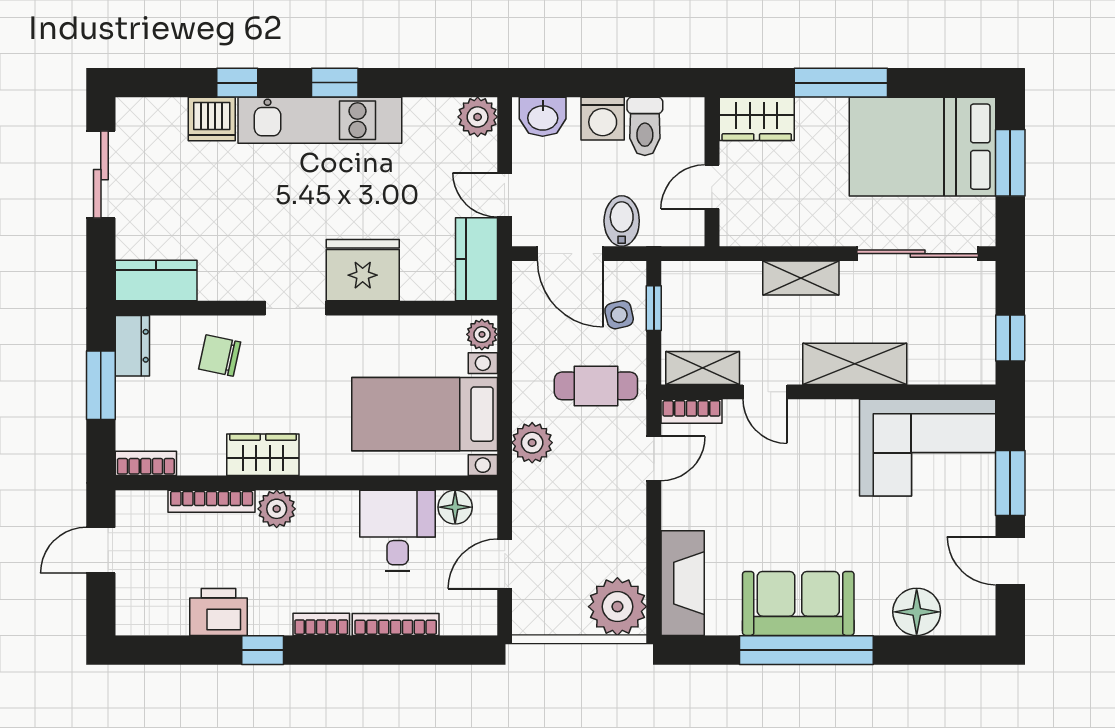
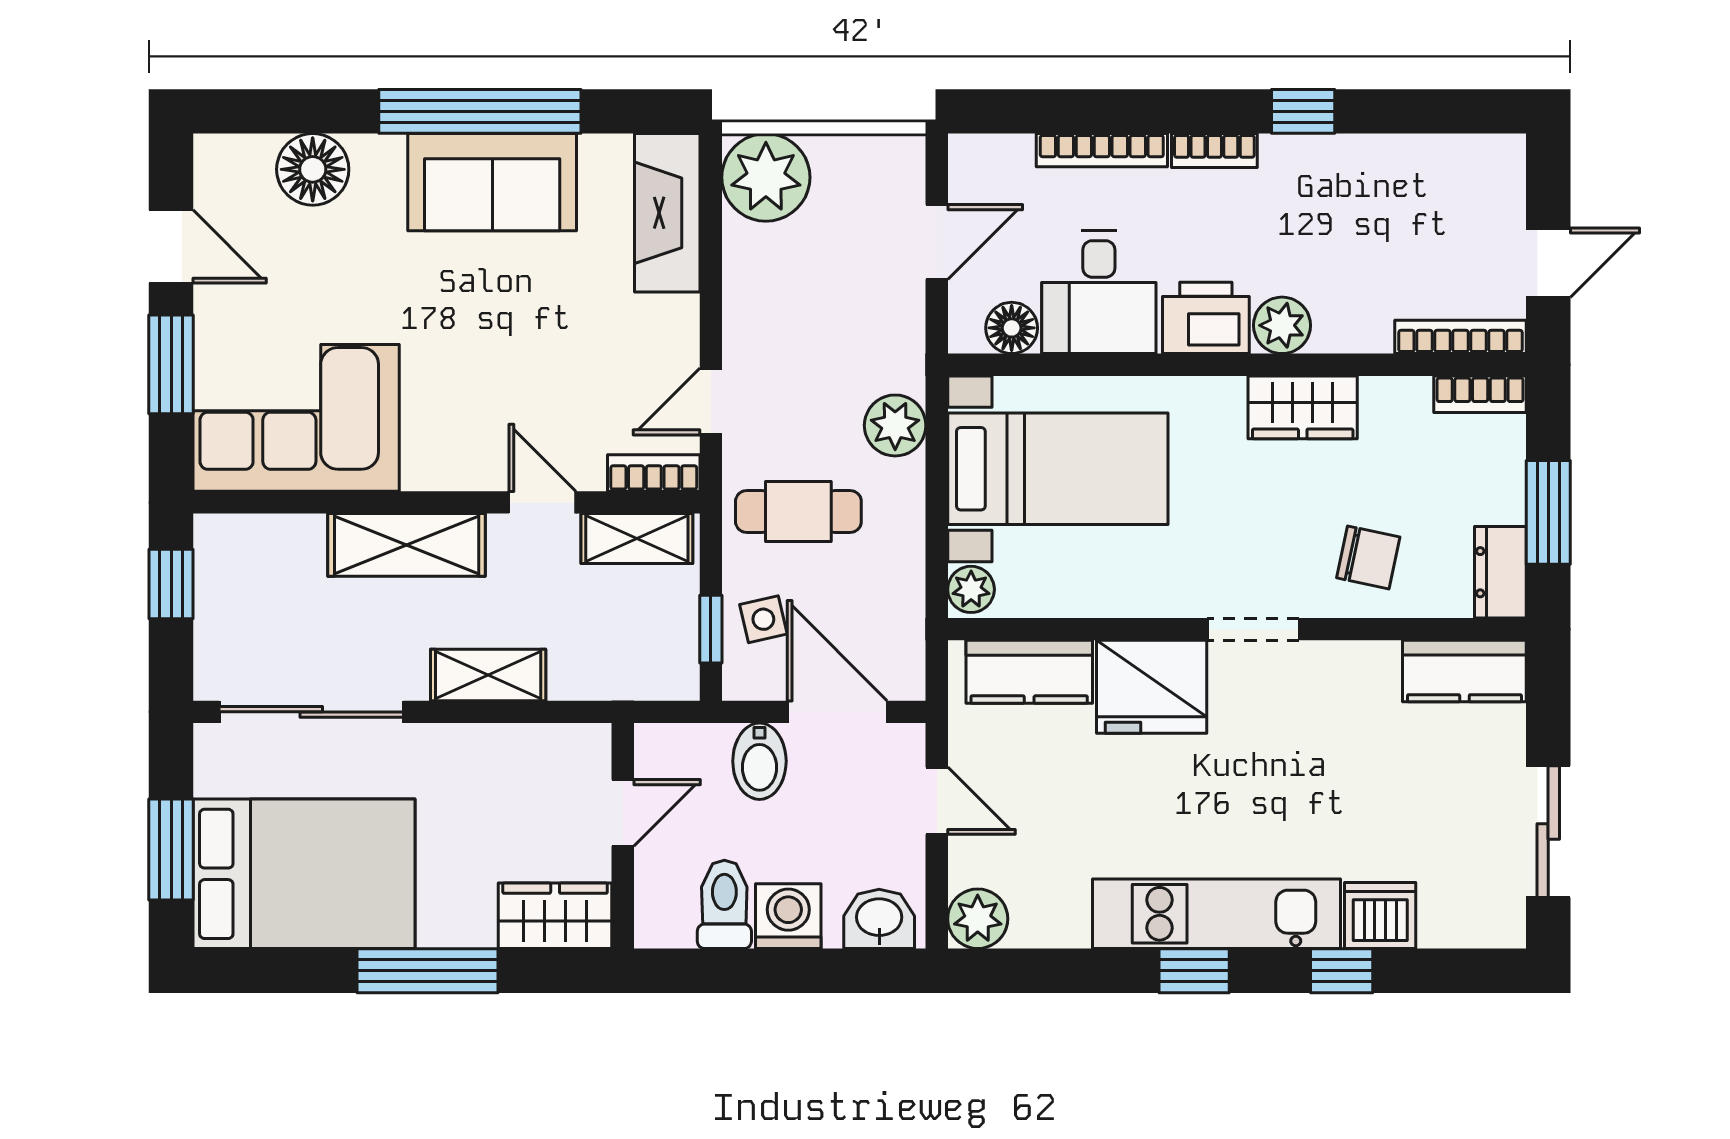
kitchen counter: (476, 259) -> (1029, 672), moved, turned 90
bookcase: (212, 501) -> (1460, 337), moved
printer: (219, 612) -> (1206, 318), moved, turned 180

